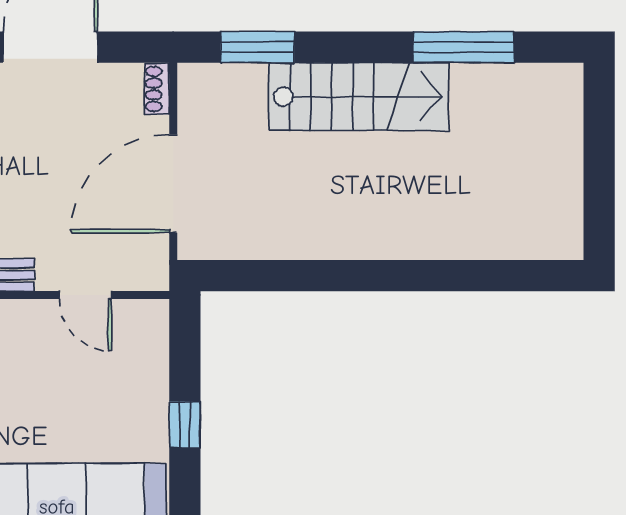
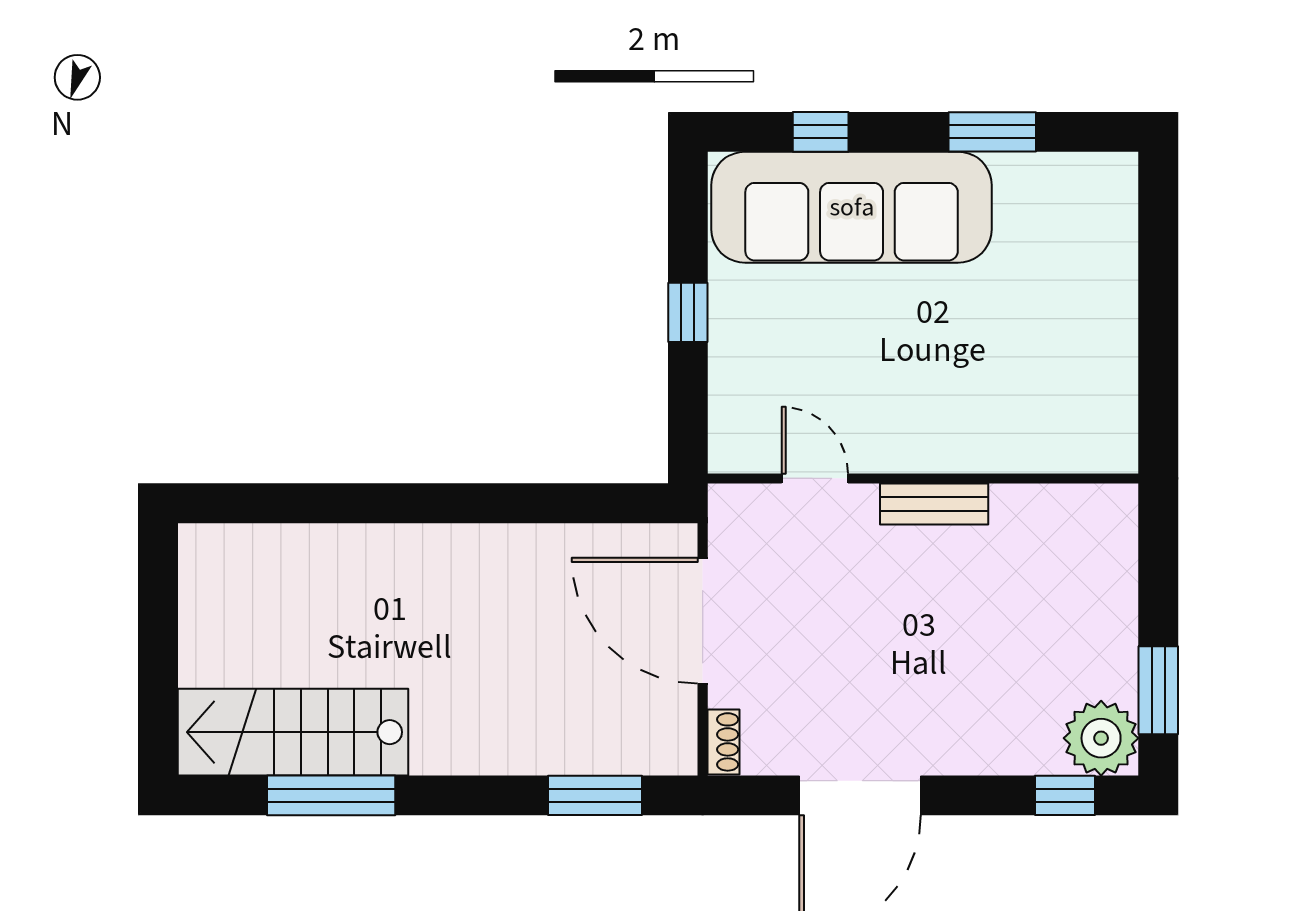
stairs: (359, 97) -> (293, 732), moved
door: (173, 184) -> (703, 621), swing flipped

